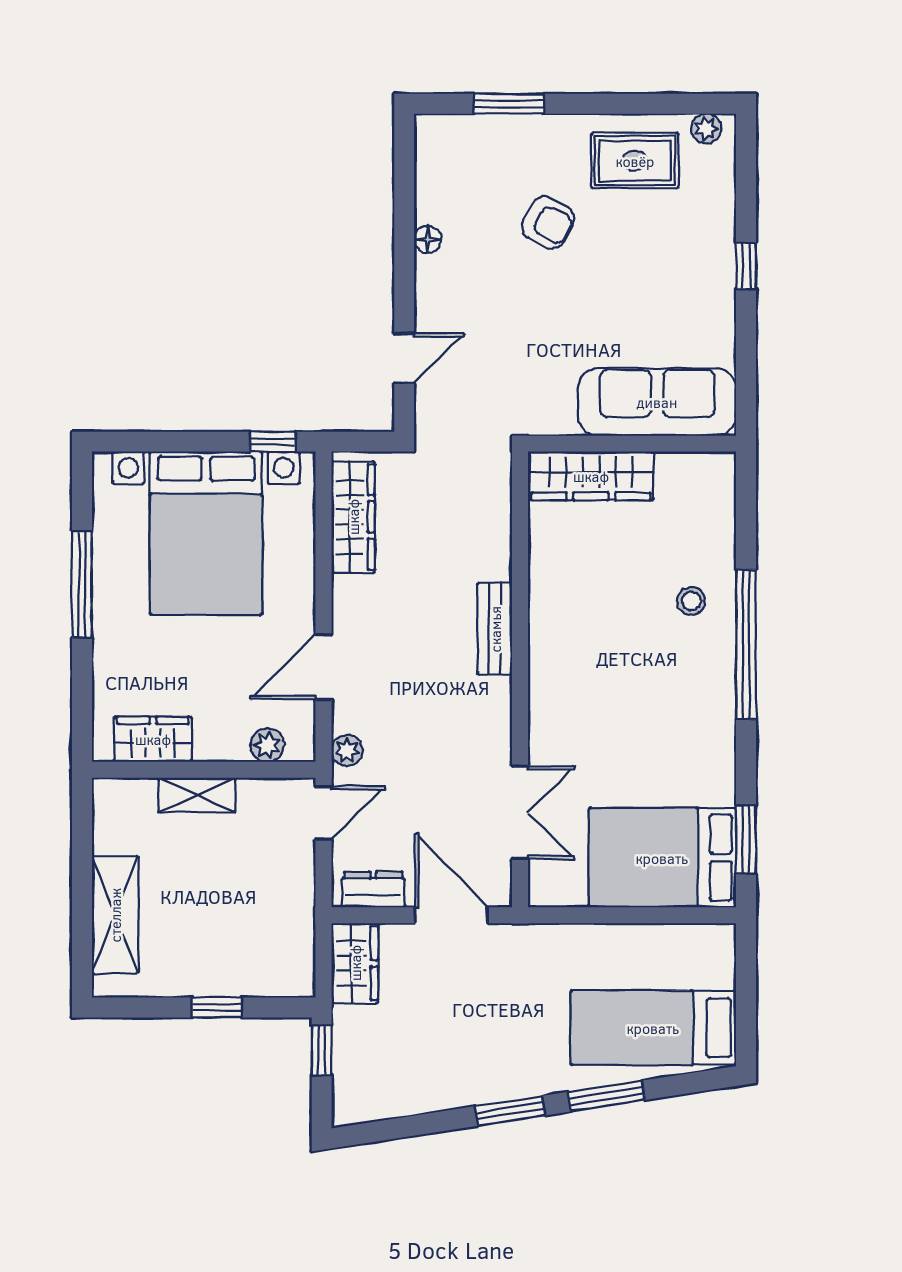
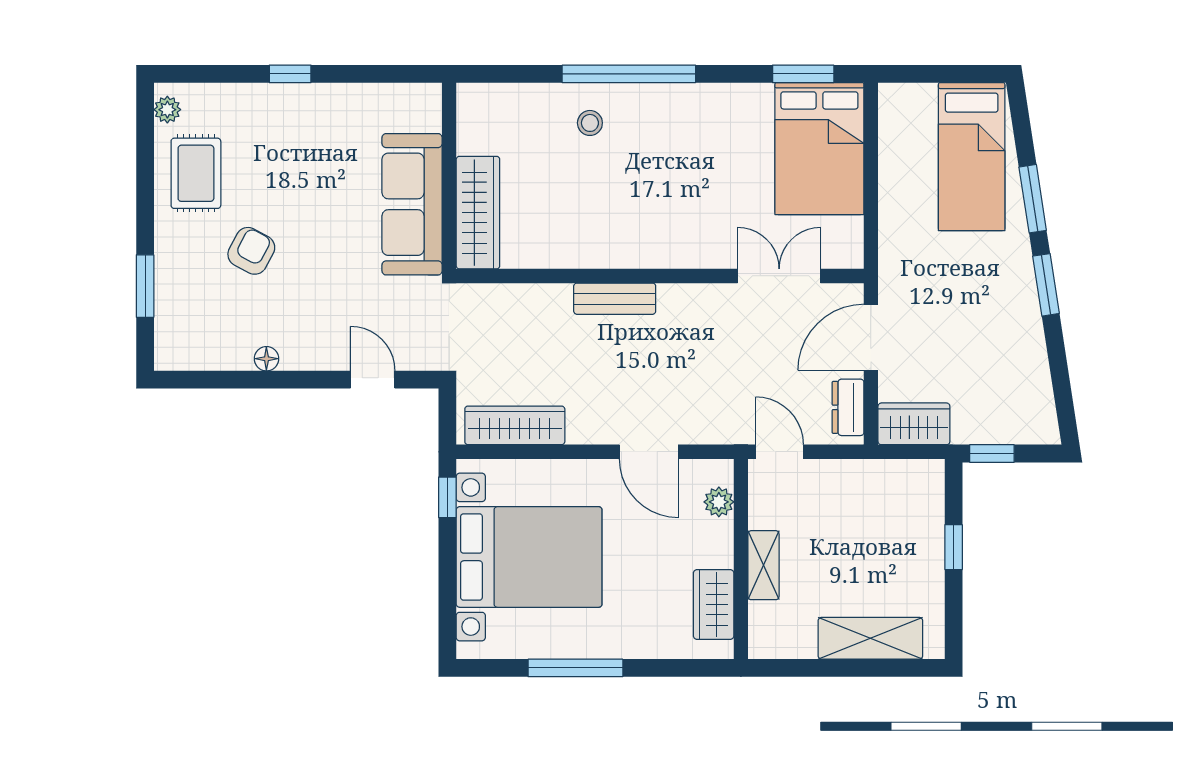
sofa: (657, 402) -> (412, 204), moved
plant: (347, 750) -> (724, 431), removed

